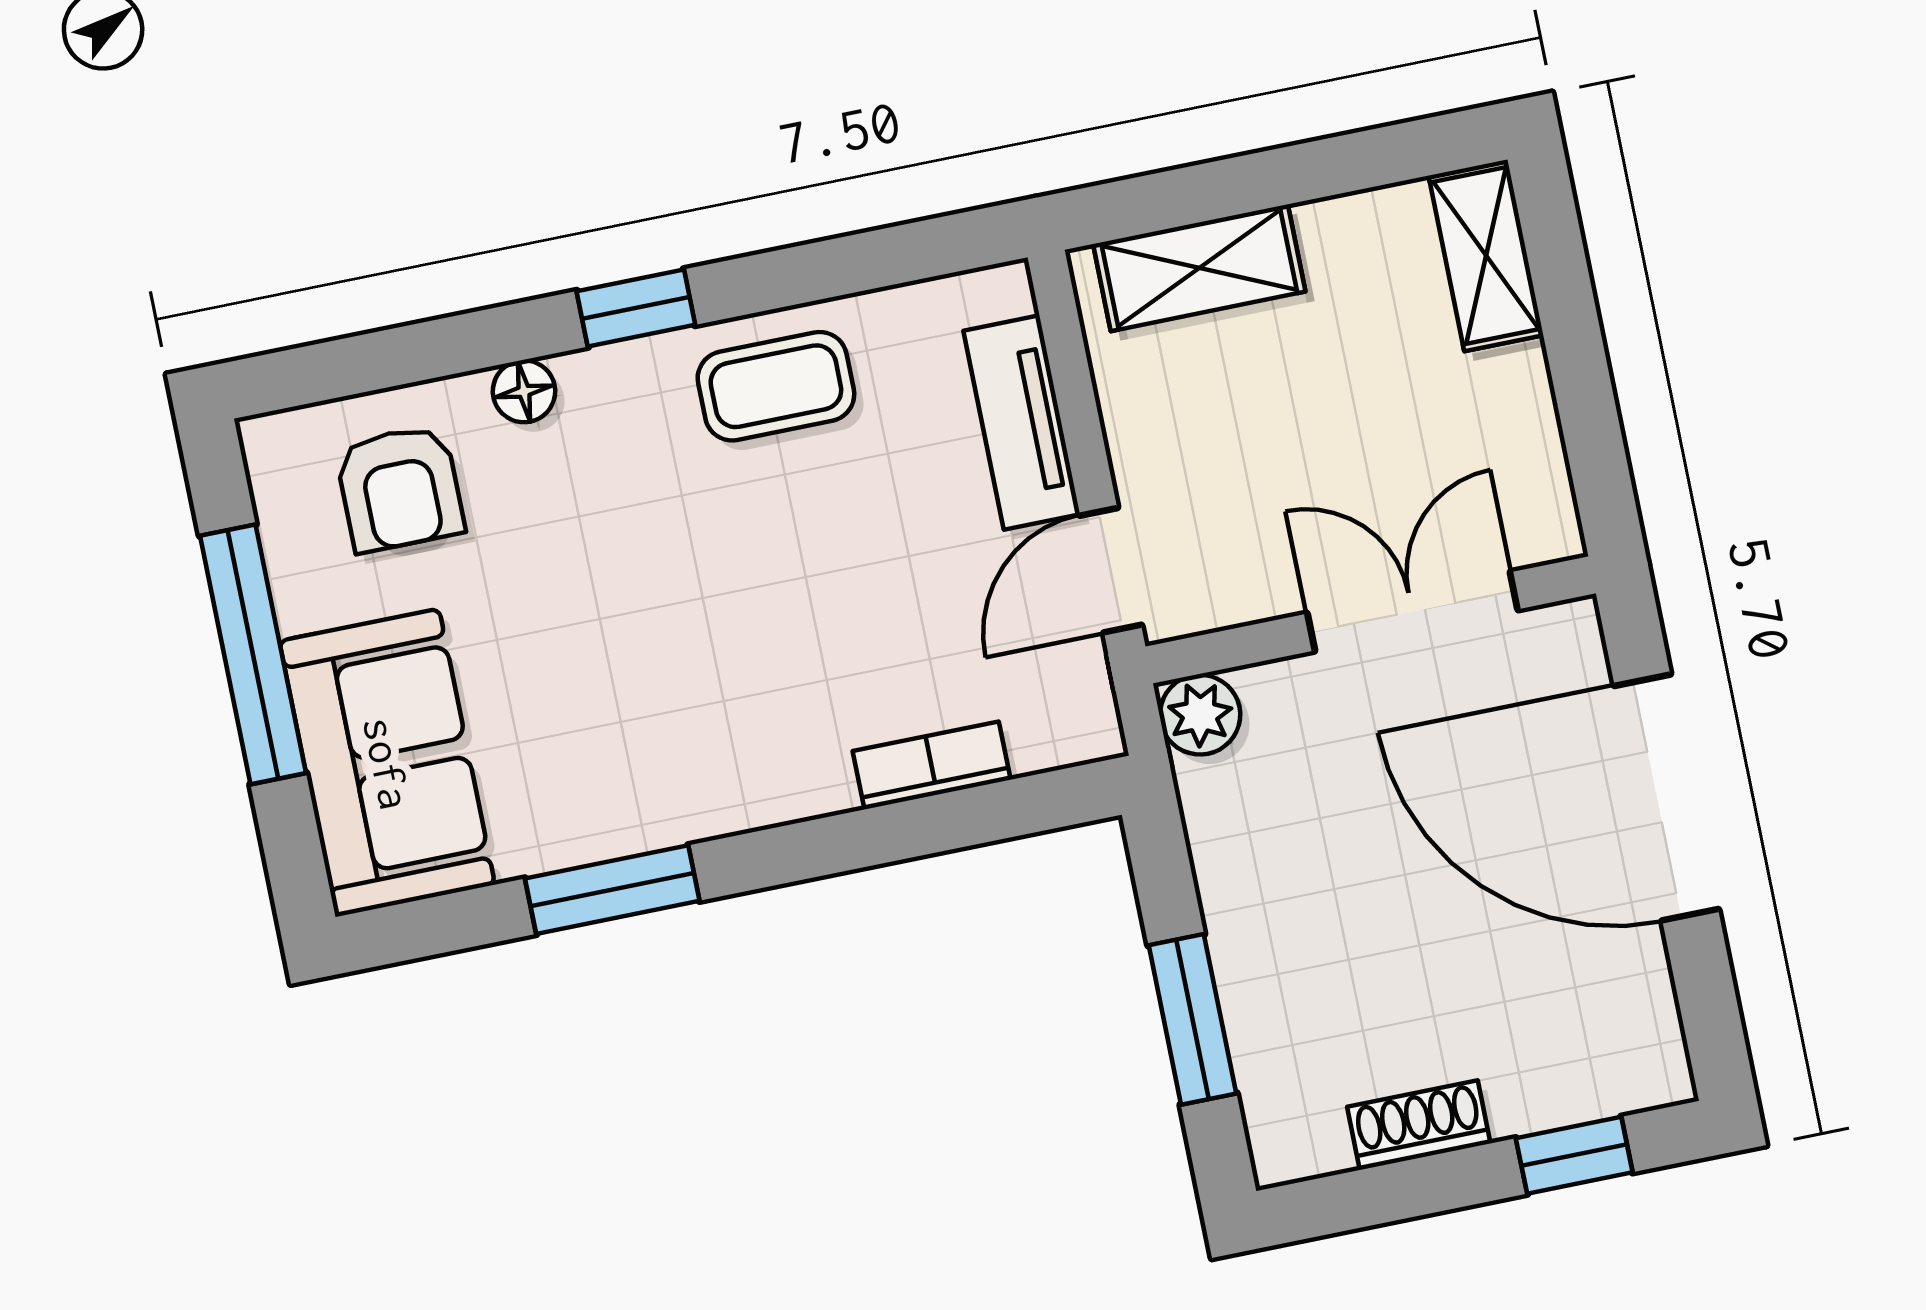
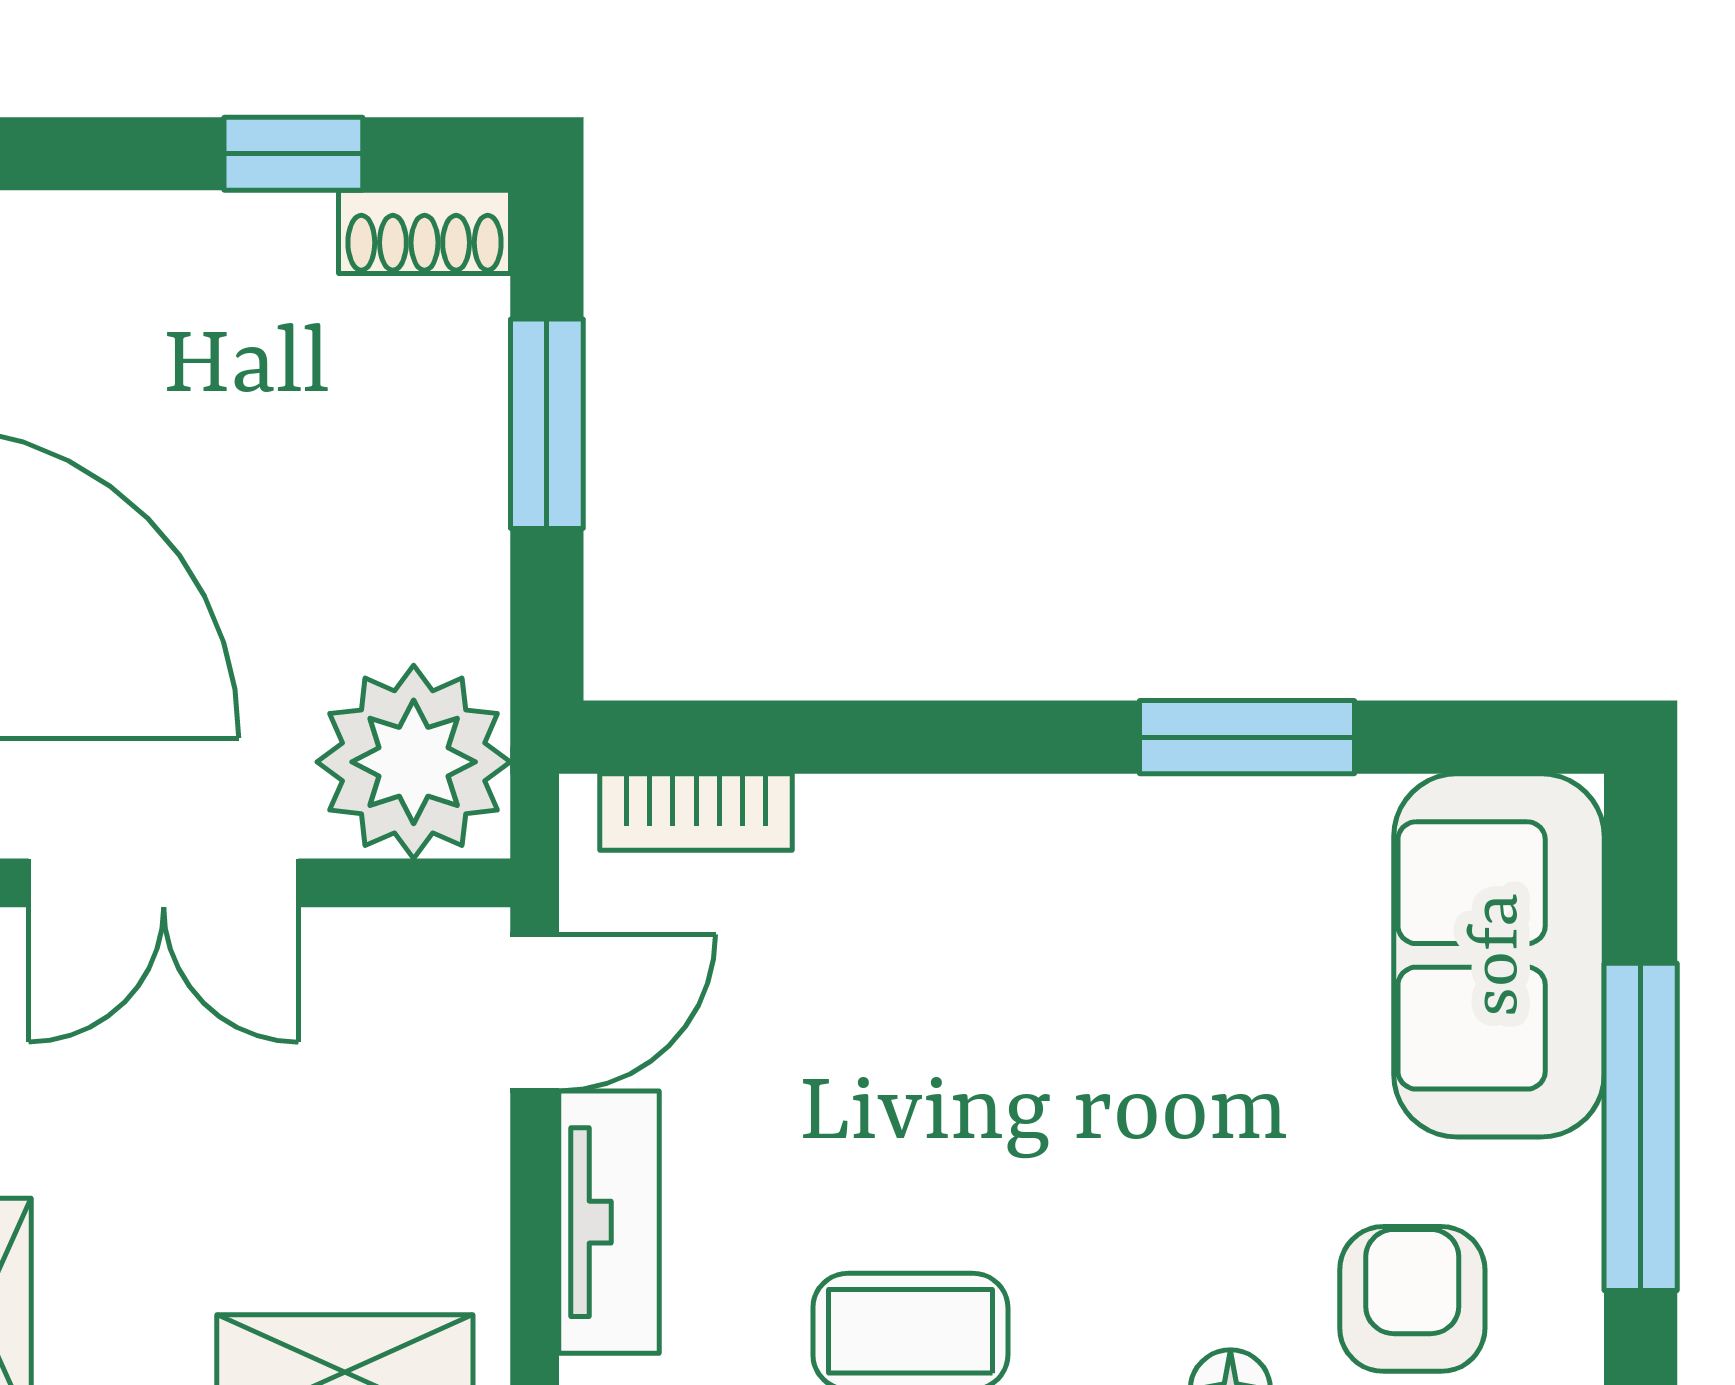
plant: (1200, 715) -> (414, 762), width x1.88, depth x1.88
bookcase: (932, 765) -> (696, 812), moved
shoe rack: (1419, 1125) -> (425, 232), moved
window: (1574, 1155) -> (293, 154), moved

